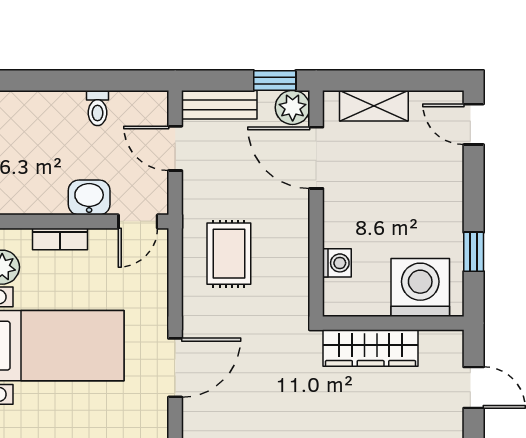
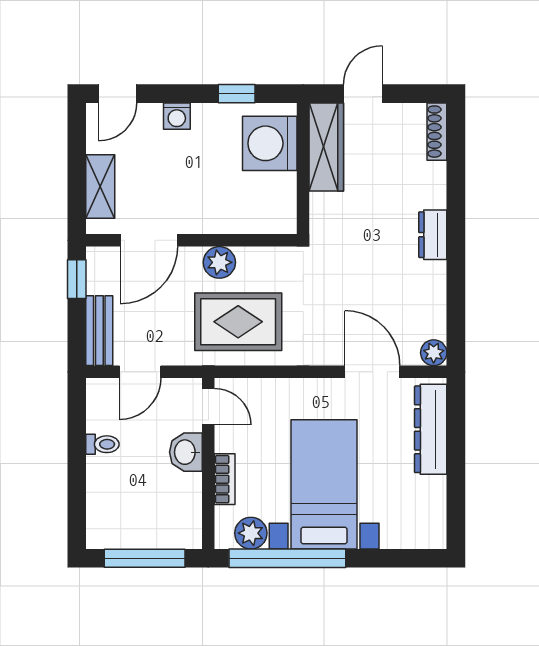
plant: (293, 107) -> (219, 262), moved
rug: (229, 254) -> (238, 322), width x1.36, depth x1.43
washing machine: (337, 263) -> (177, 116), moved, turned 180
wardrobe: (371, 348) -> (326, 147), moved
door: (175, 368) -> (372, 372), moved

